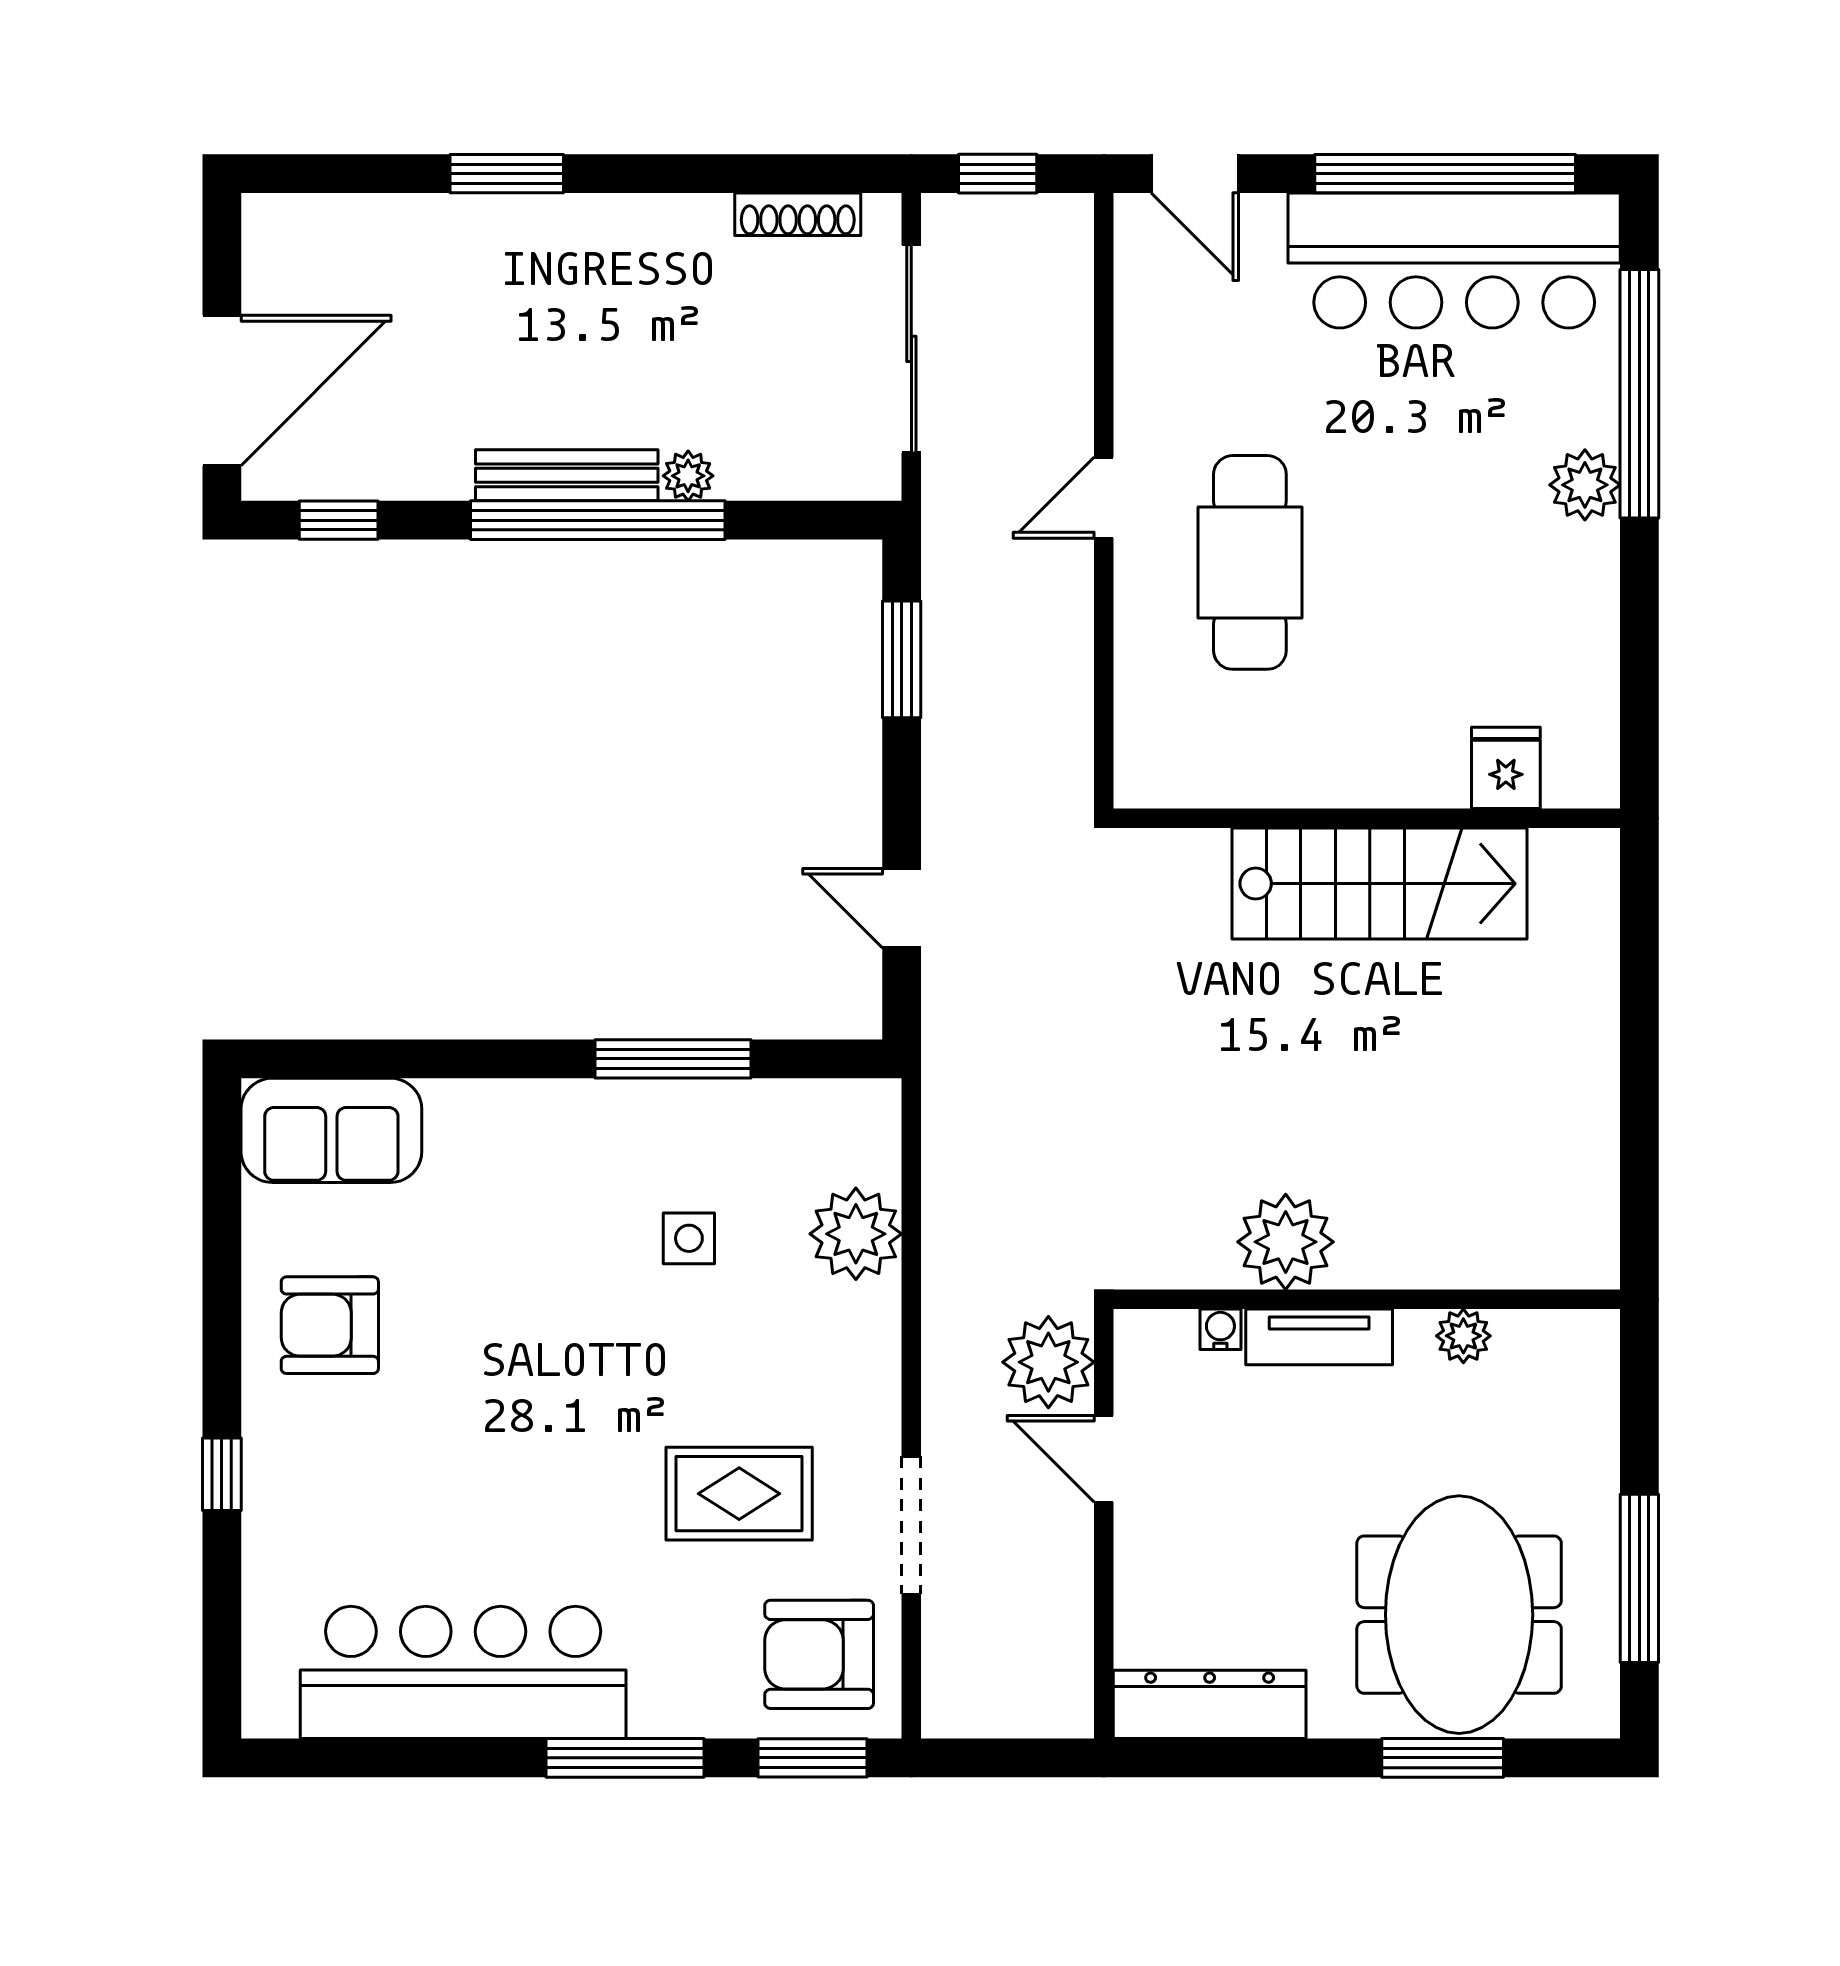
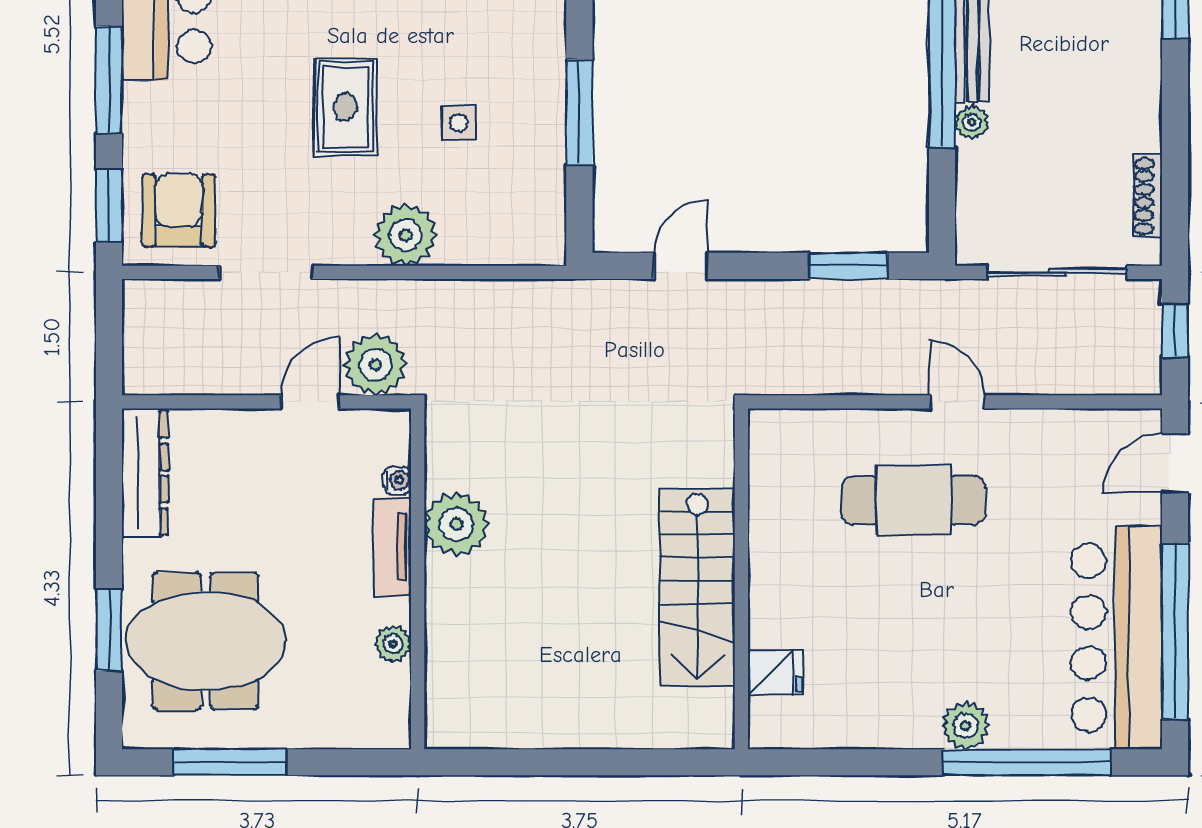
plant: (856, 1234) -> (406, 235), moved
rug: (739, 1494) -> (345, 107), moved

